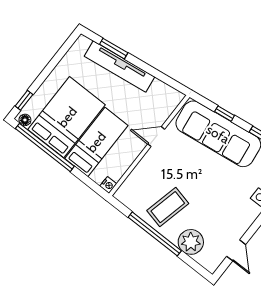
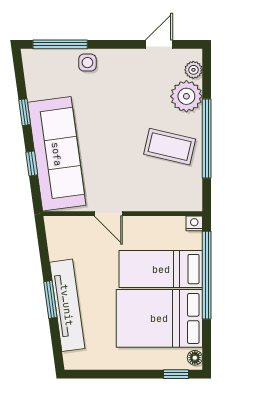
window: (114, 49) -> (50, 300), moved
window: (45, 147) -> (207, 275), moved
plant: (204, 259) -> (193, 70), added

